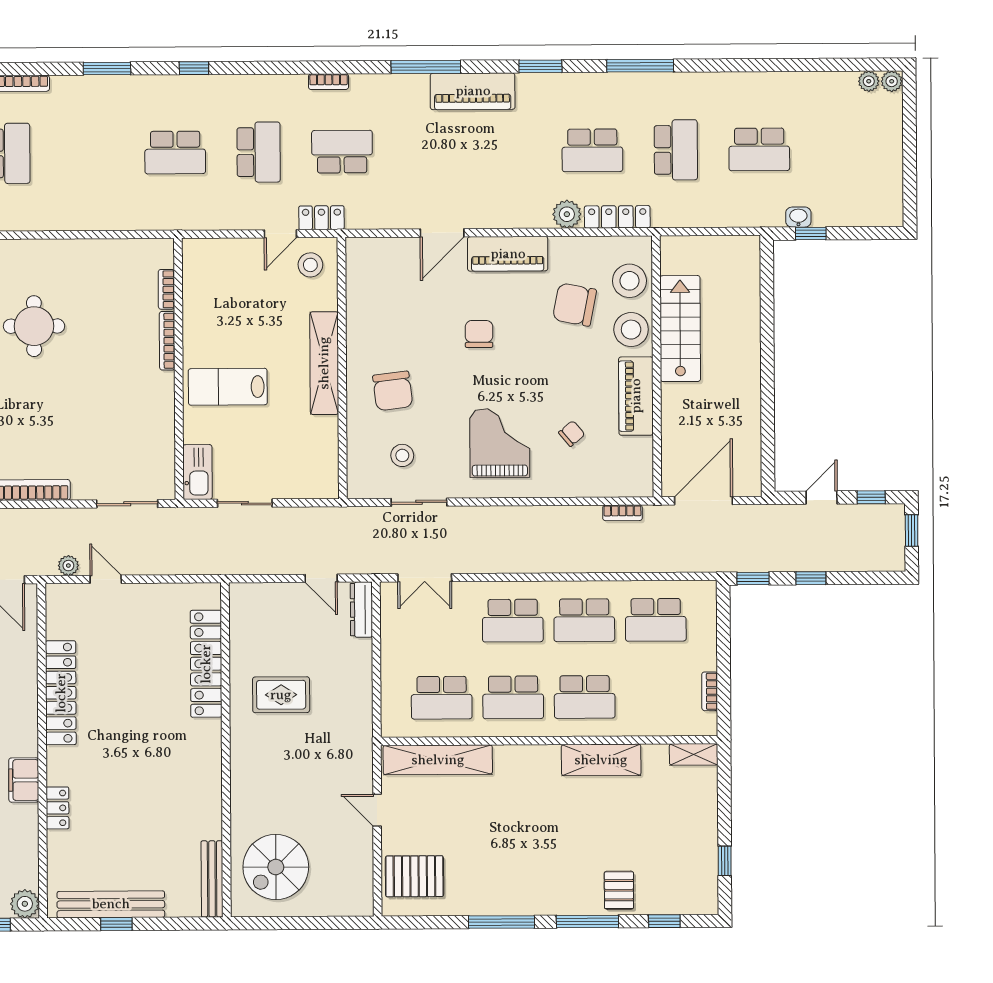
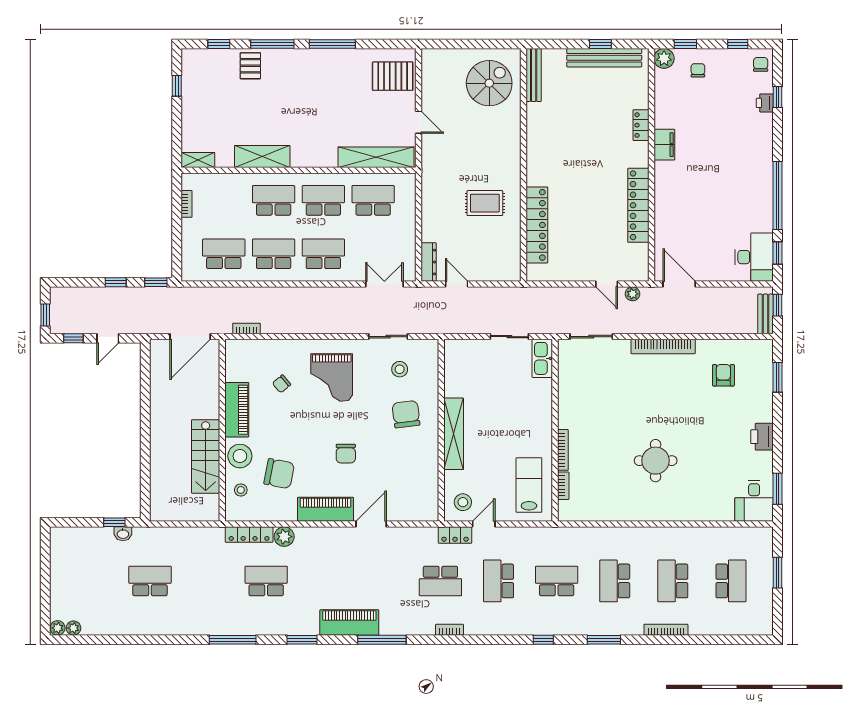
school desk: (676, 150) -> (615, 581), moved
stool: (629, 281) -> (241, 490), width x0.53, depth x0.53
lab bench: (228, 387) -> (529, 485), moved, turned -90

